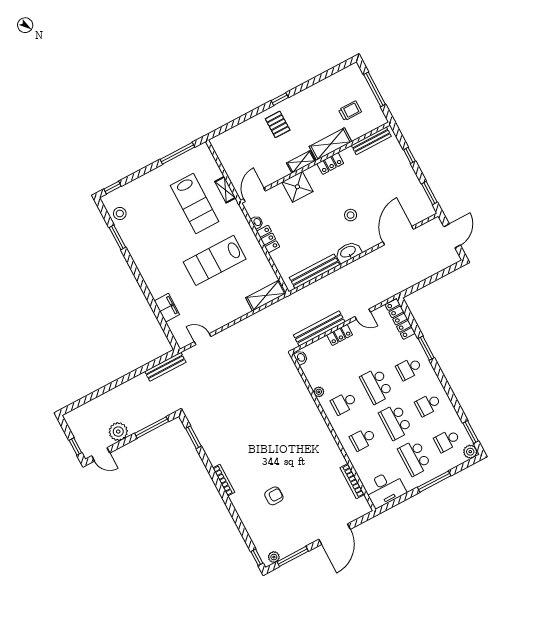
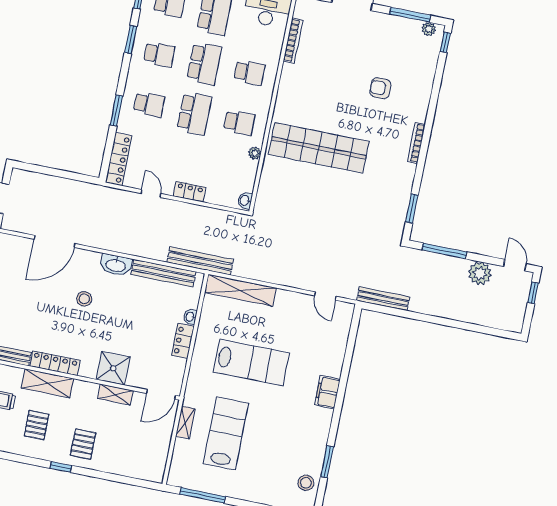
pallet: (316, 113) -> (36, 425), added
shelving: (301, 162) -> (115, 394), moved
locker: (330, 163) -> (55, 363), width x1.53
washbasin: (257, 222) -> (190, 317), moved
shelving: (266, 295) -> (240, 290), width x1.47
filing cabinet: (167, 308) -> (327, 392), moved
bench: (319, 328) -> (200, 261), moved
window: (453, 399) -> (131, 40), added
shop shelf: (282, 428) -> (319, 148), added

